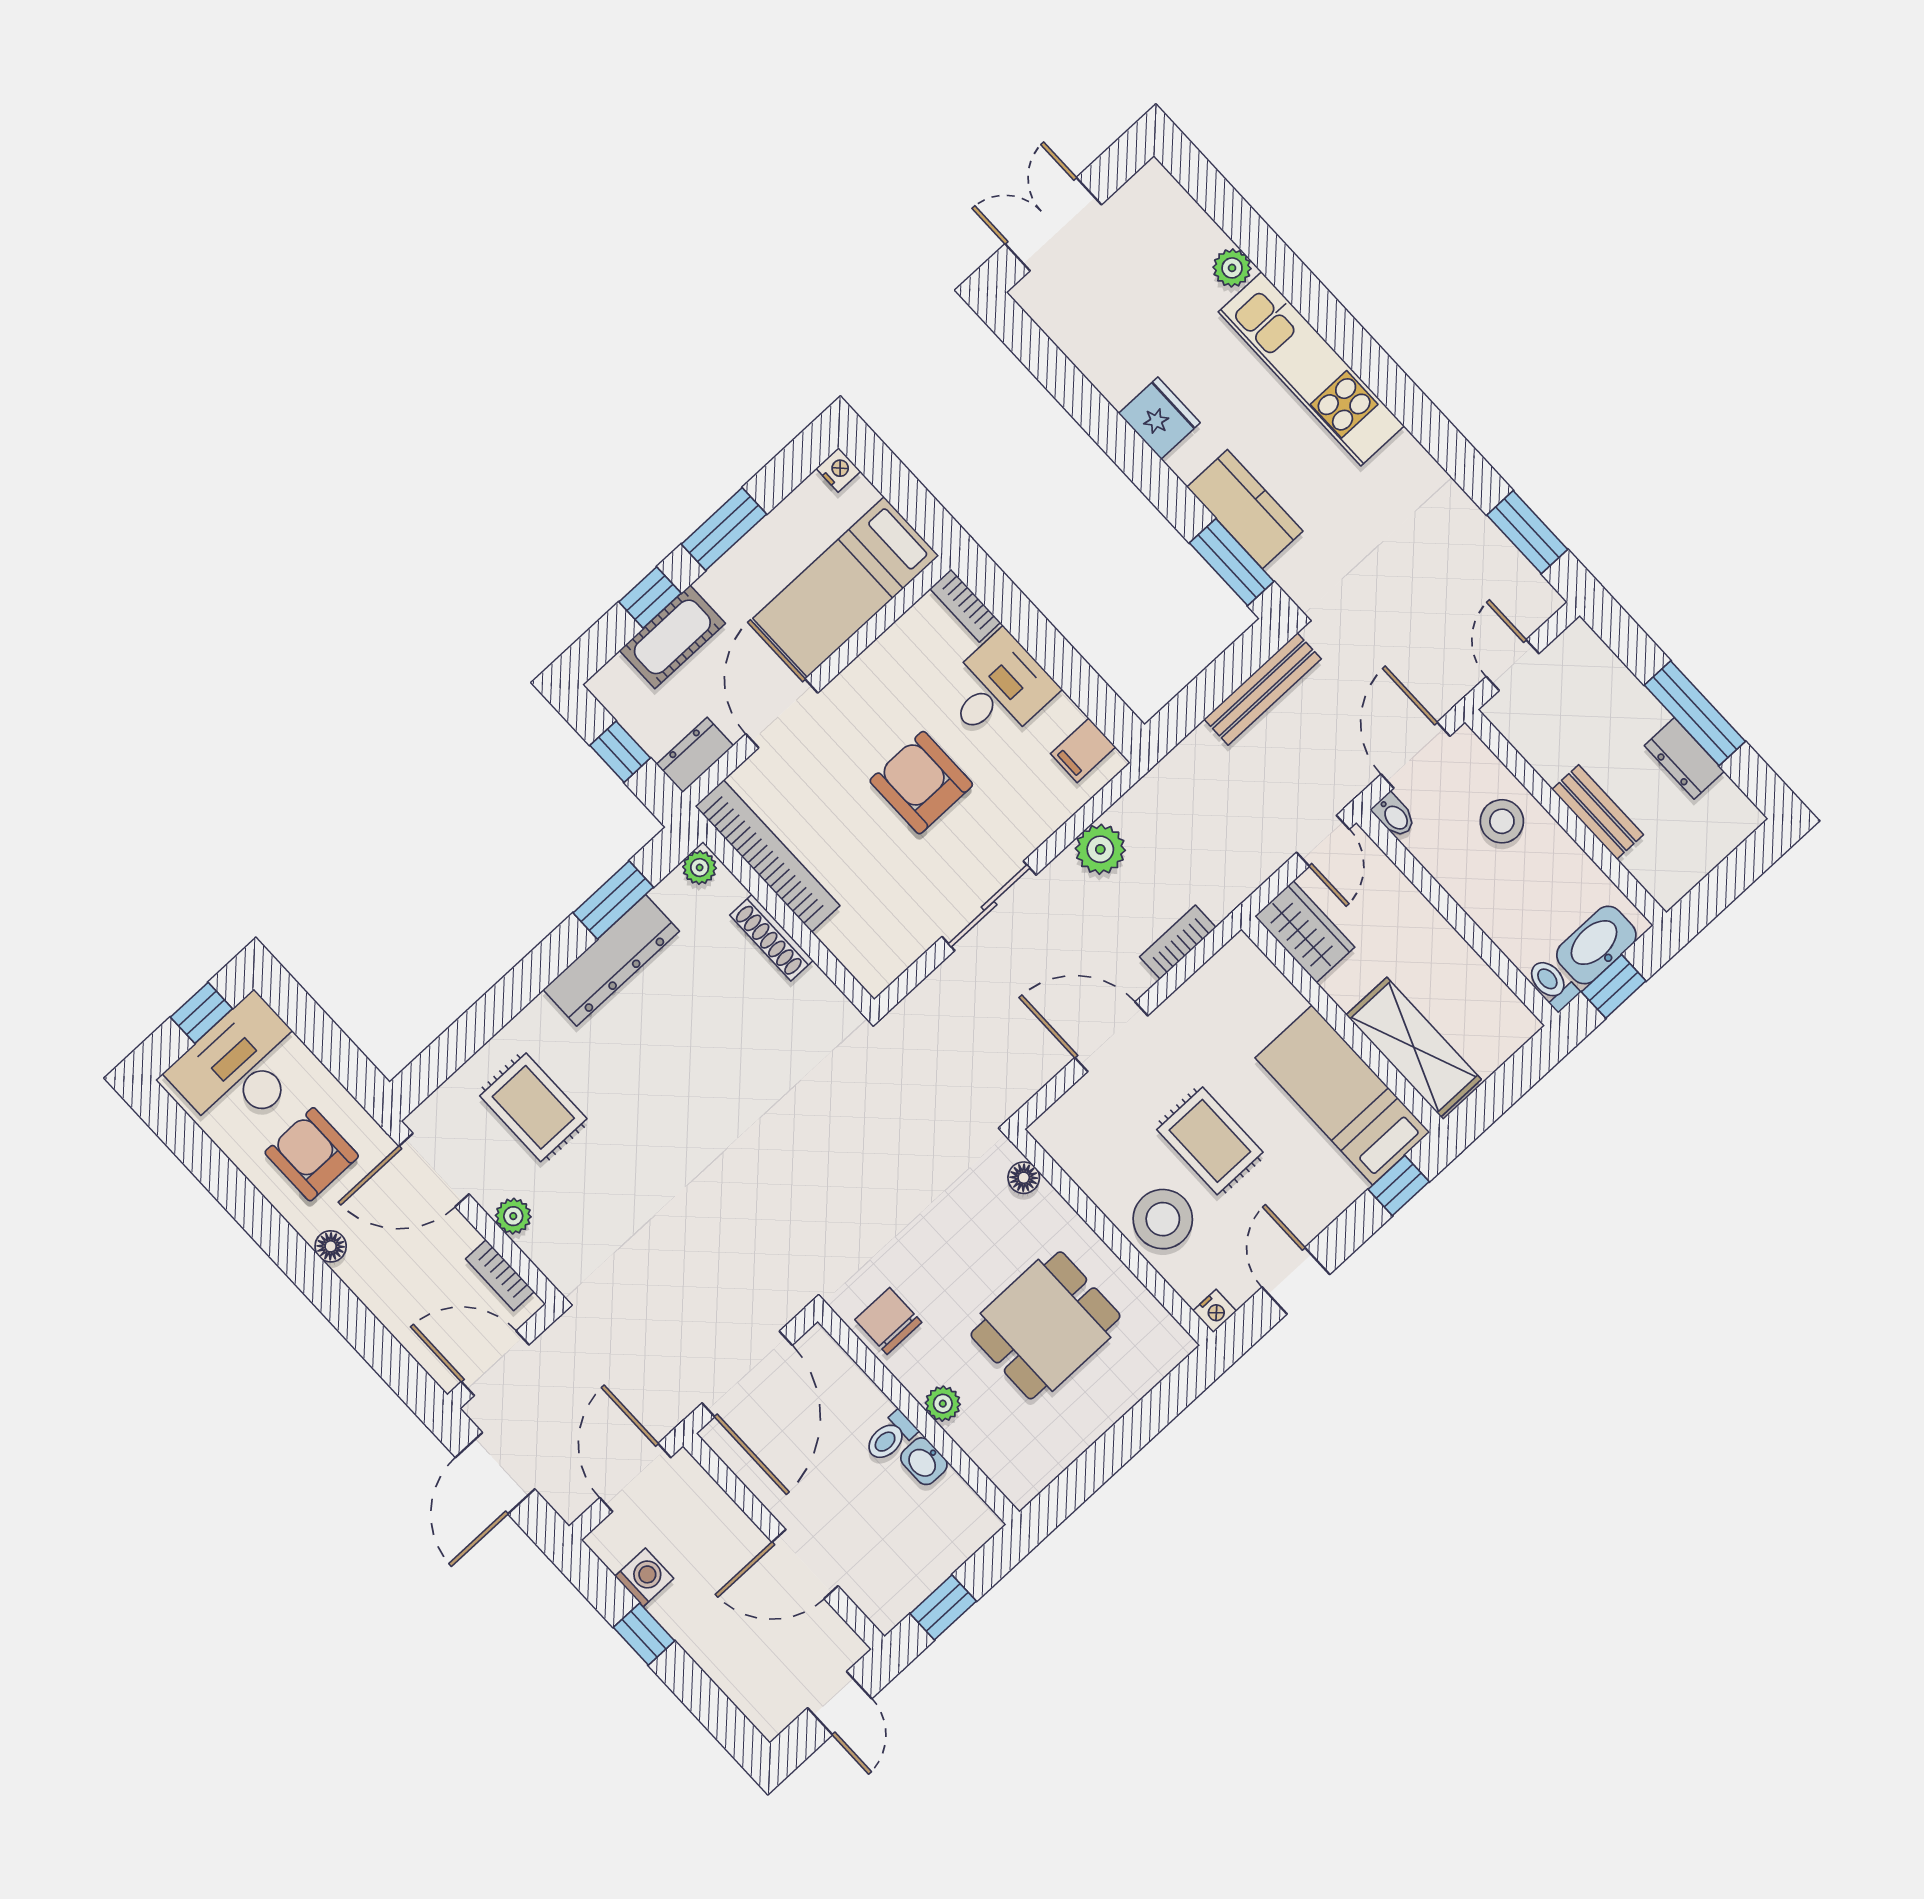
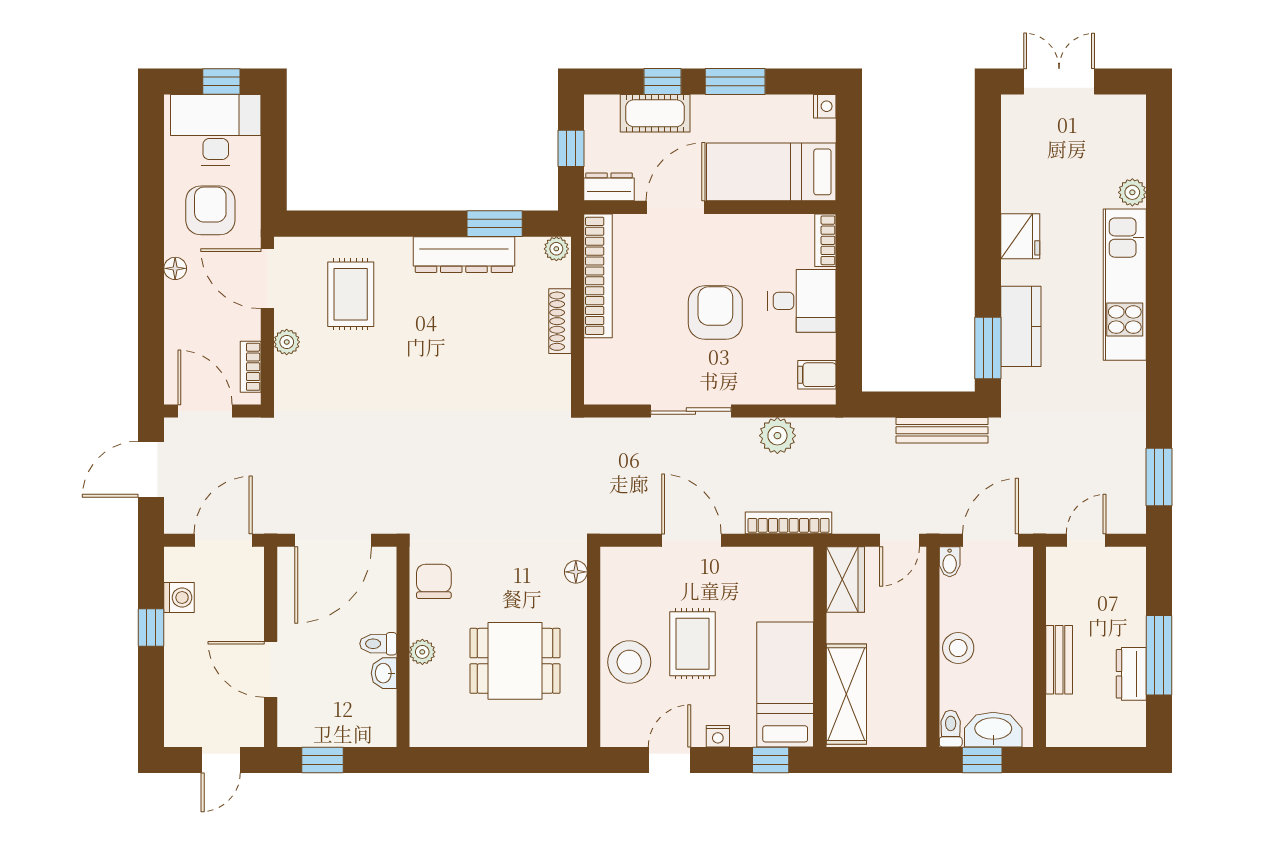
stool: (1502, 821) -> (958, 648), moved
bookcase: (1178, 942) -> (789, 523), width x1.56
nightstand: (1215, 1311) -> (718, 736), moved

